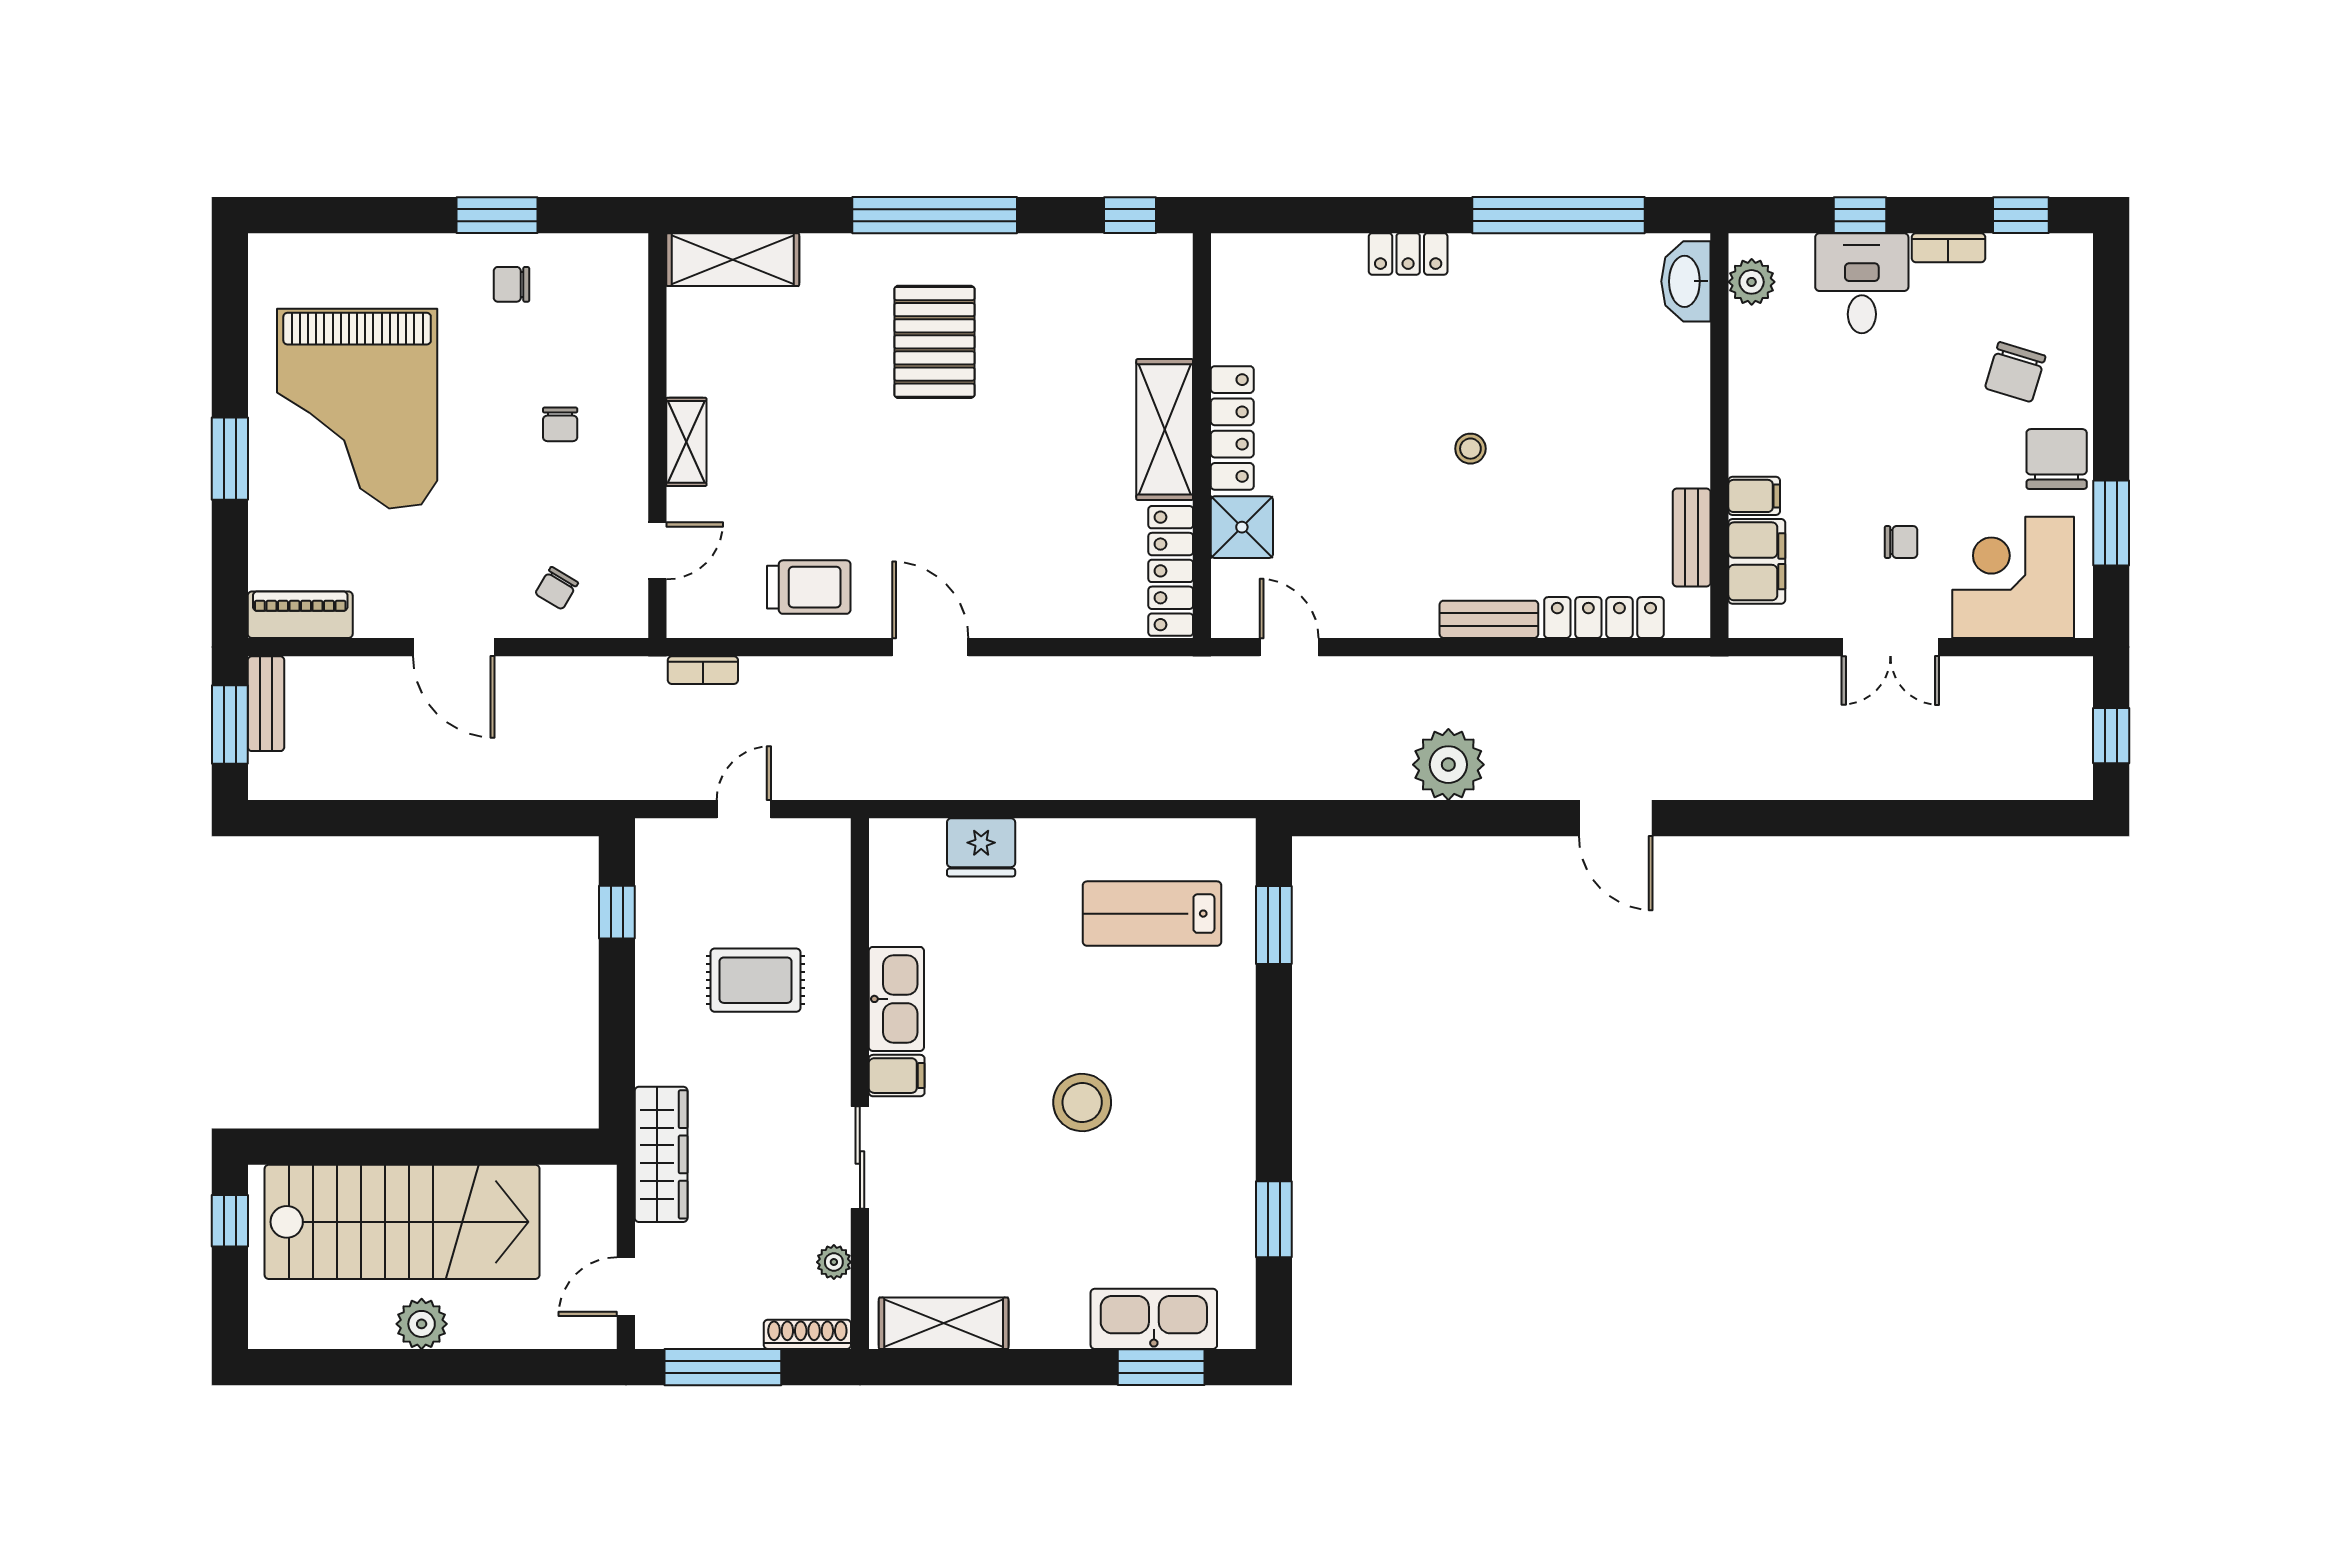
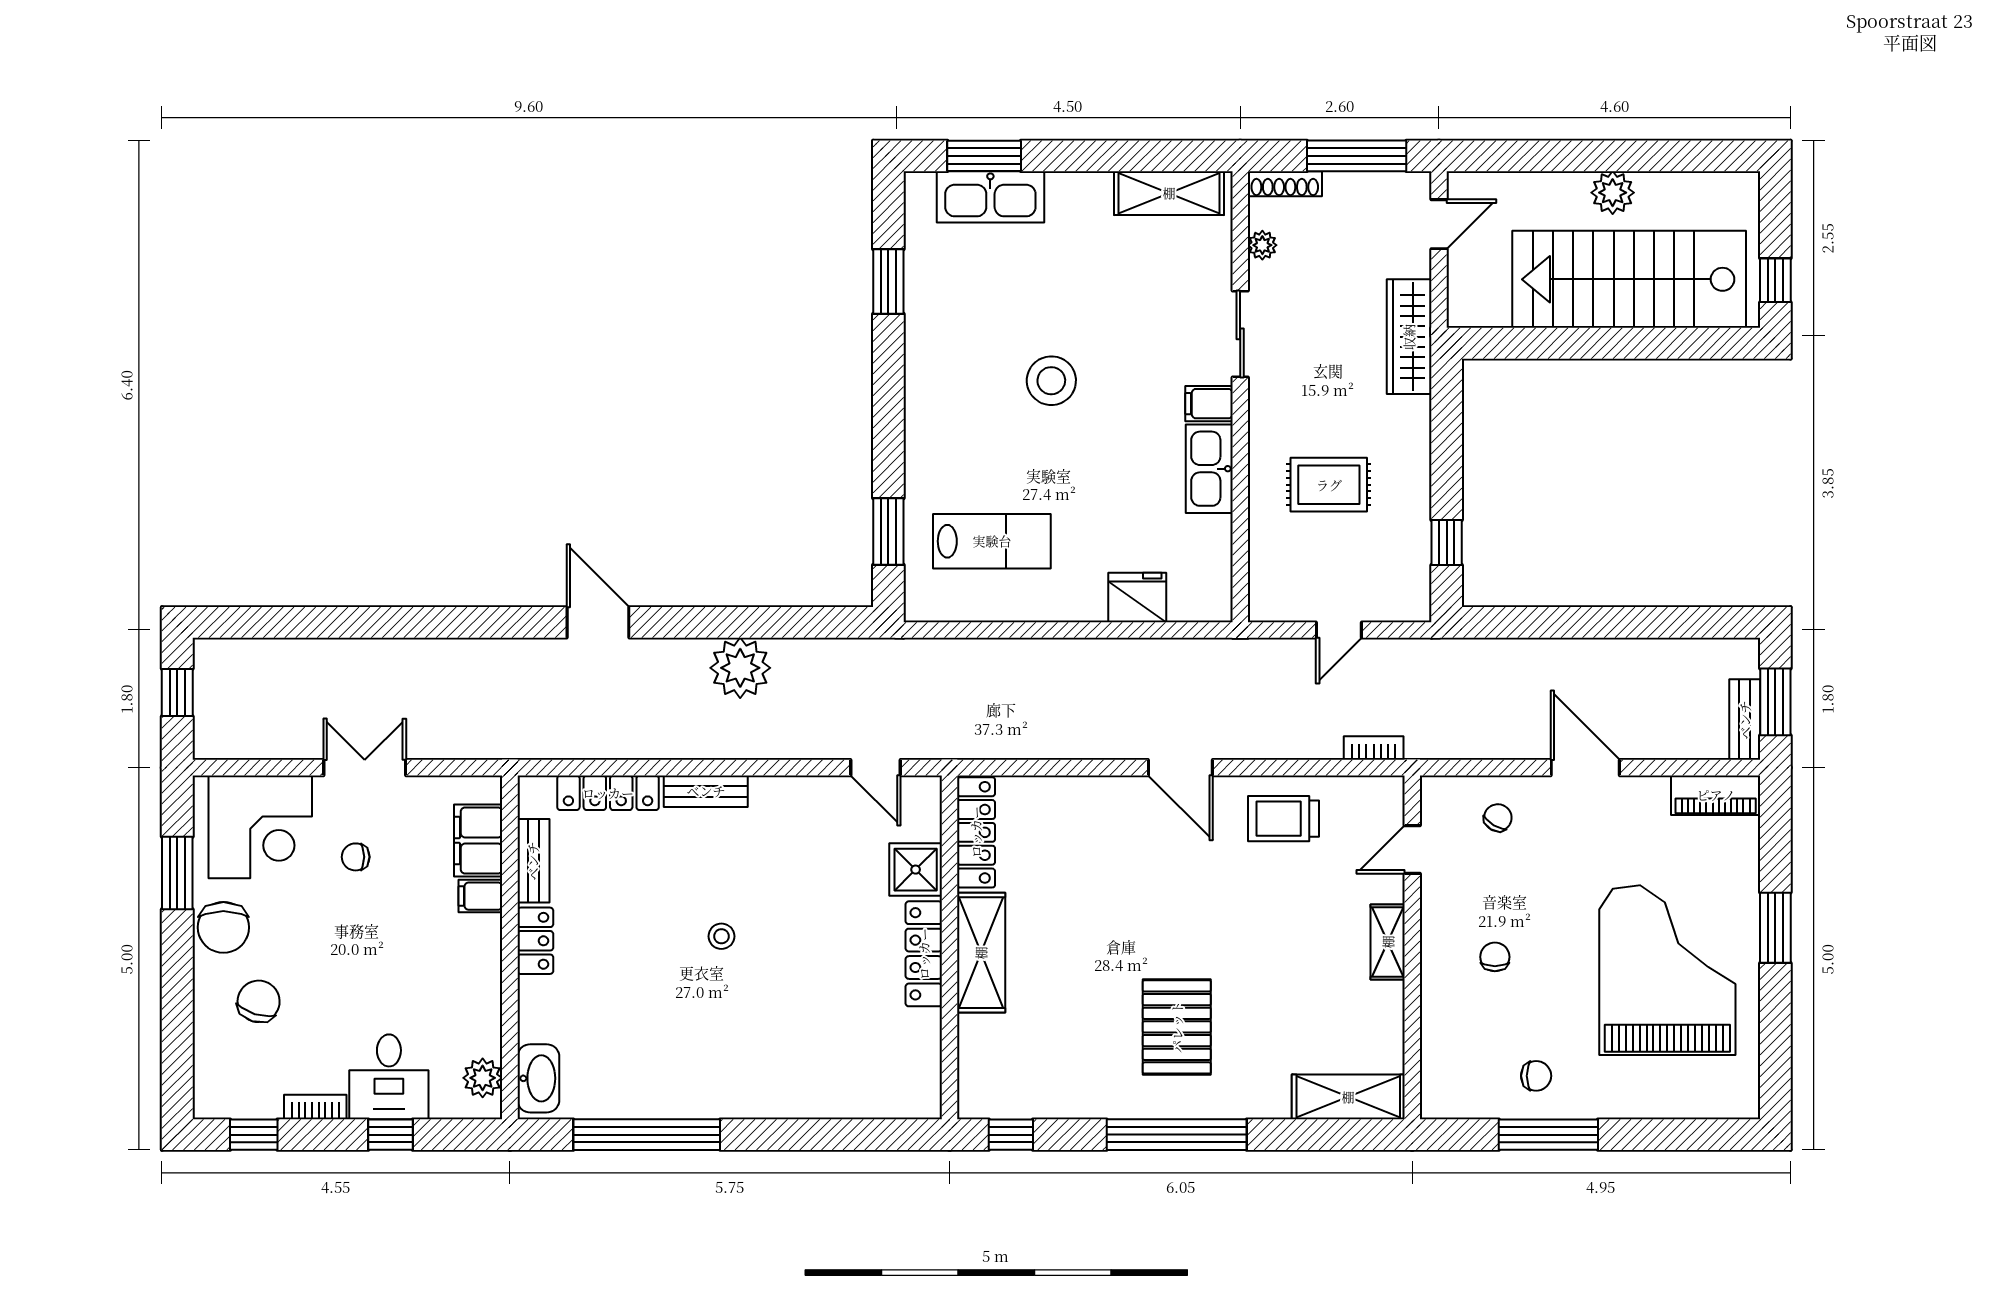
window: (497, 215) -> (1548, 1135), width x1.44
locker: (1408, 254) -> (535, 941), moved, turned 90

